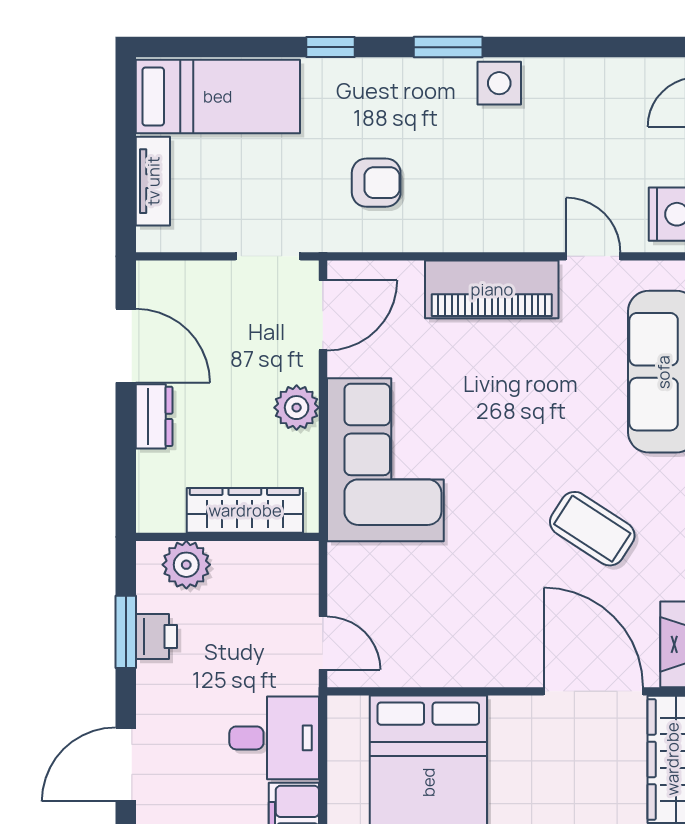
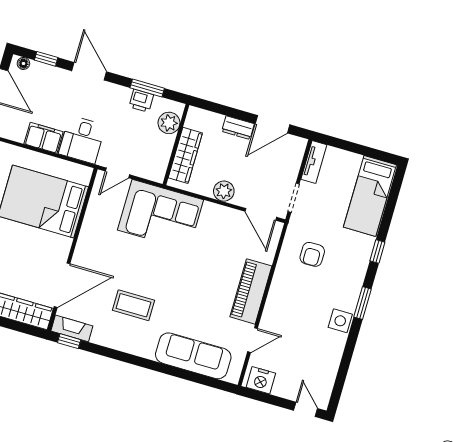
tv unit: (153, 181) -> (314, 162), moved, turned -90
corner sofa: (385, 460) -> (160, 215), moved
coffee table: (592, 529) -> (133, 305), turned 57

